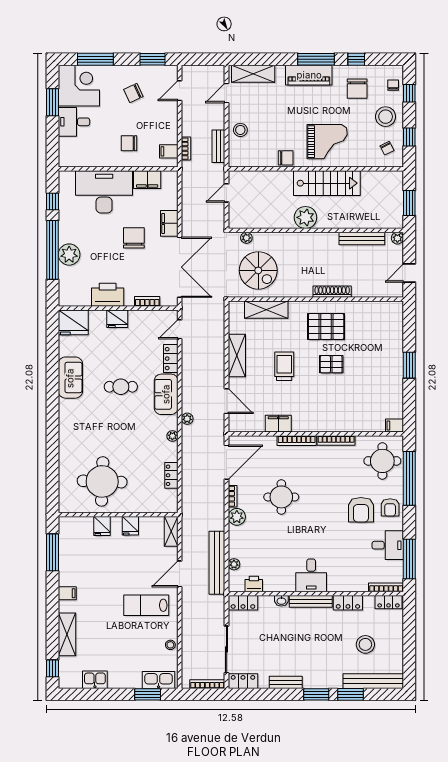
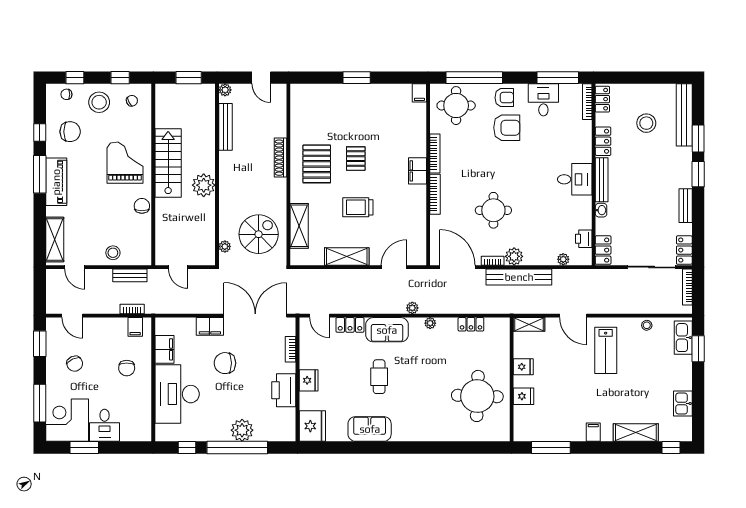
filing cabinet: (278, 424) -> (417, 171), moved
bench: (217, 563) -> (519, 277), moved

